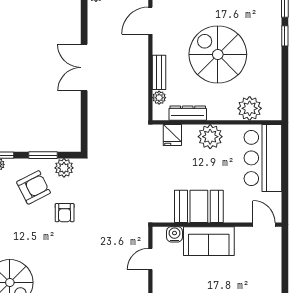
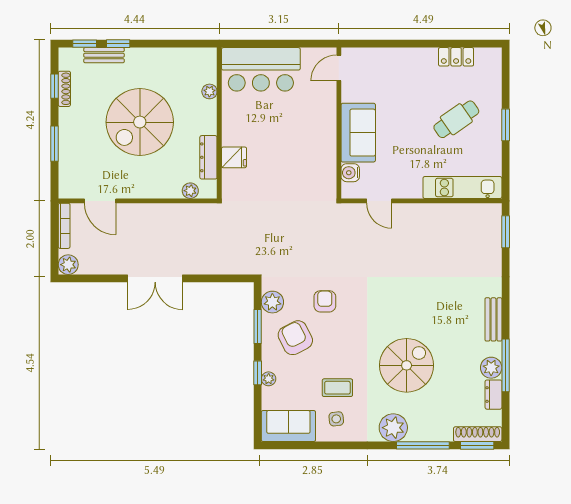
bench: (159, 72) -> (104, 55), moved
plant: (250, 108) -> (209, 91), width x0.53, depth x0.53
fridge: (172, 135) -> (234, 157), moved
plant: (210, 137) -> (236, 131), removed
booth: (199, 206) -> (318, 144), removed
armchair: (65, 213) -> (325, 301), turned -90

